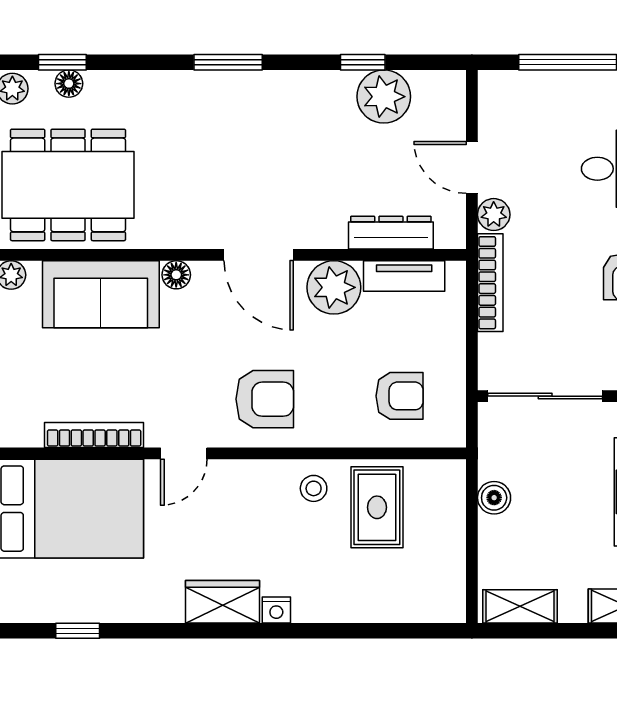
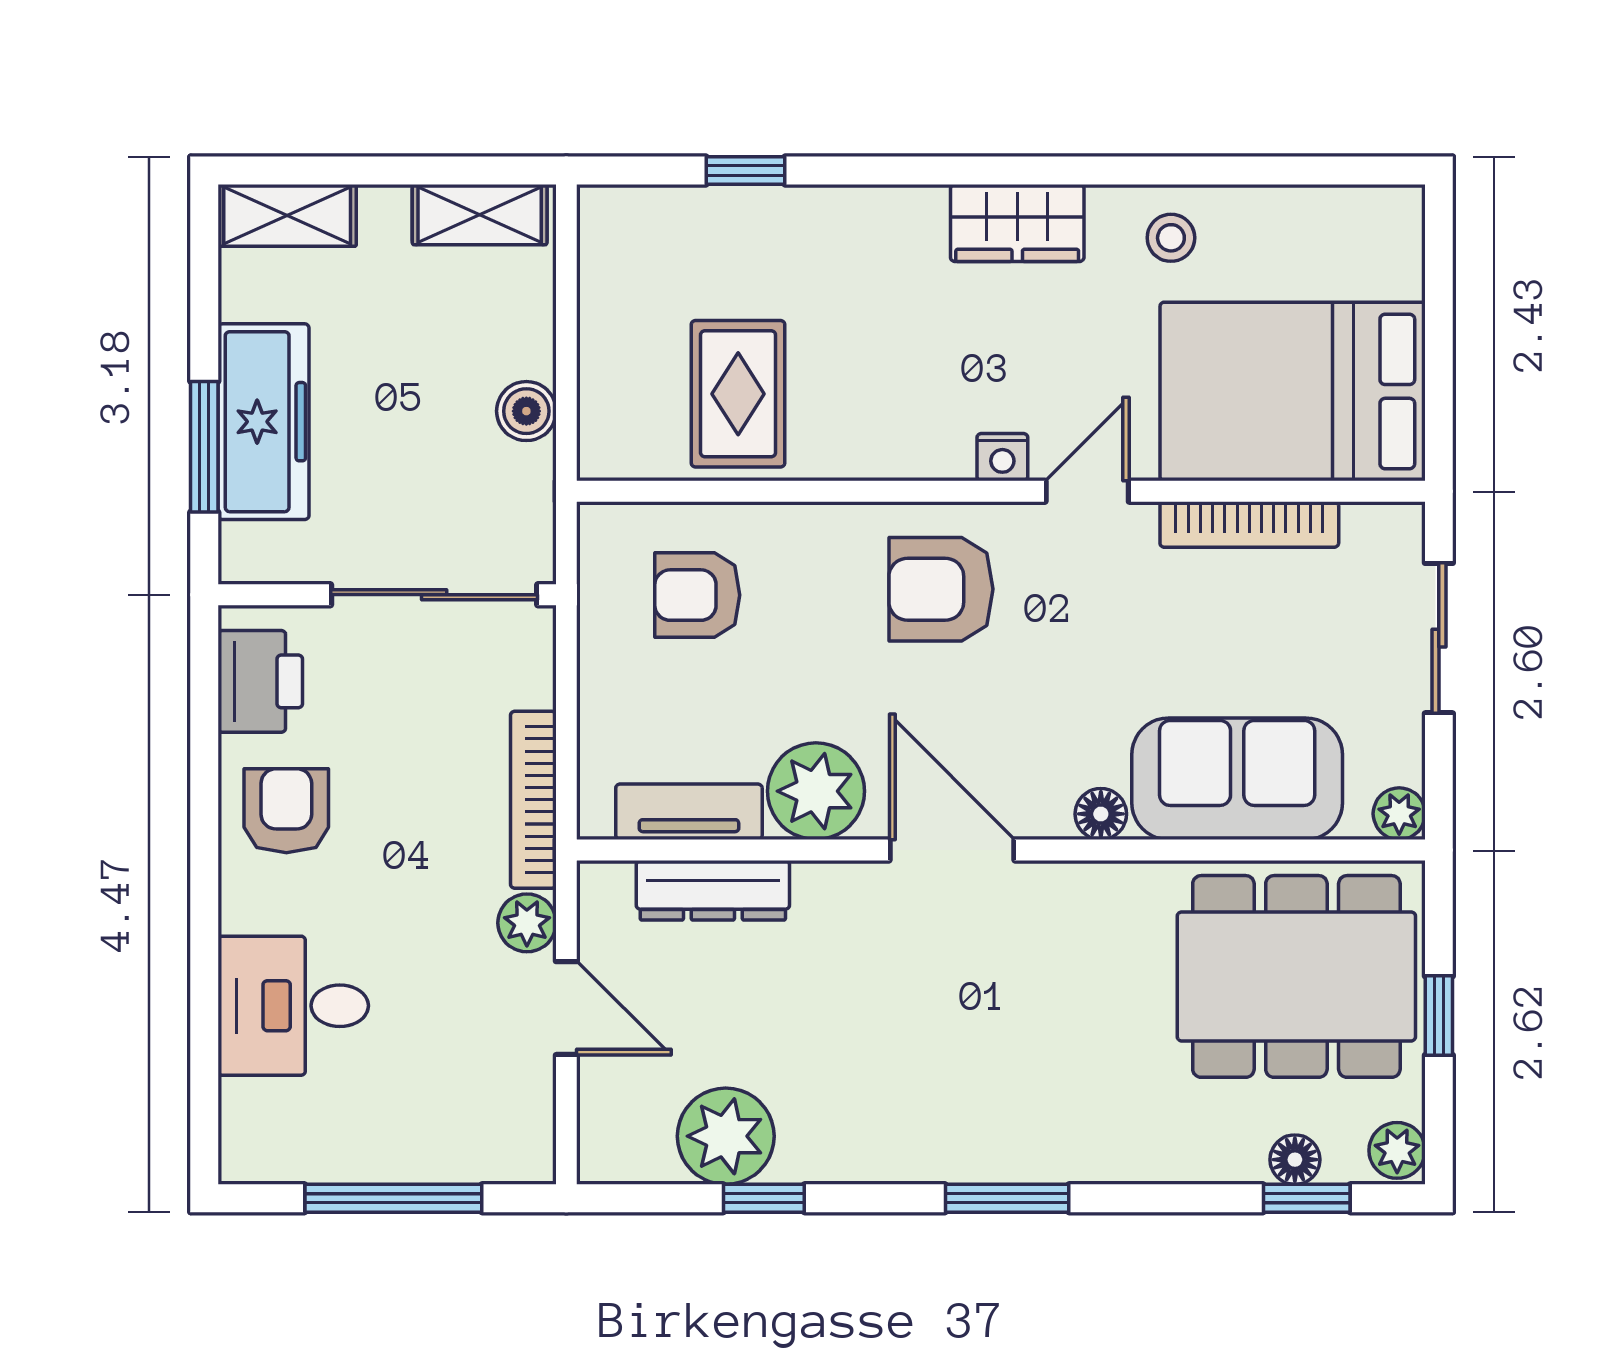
stool: (314, 488) -> (1171, 238), moved
nightstand: (276, 610) -> (1002, 457), moved, turned 180
window: (78, 631) -> (746, 171), moved

